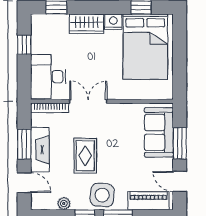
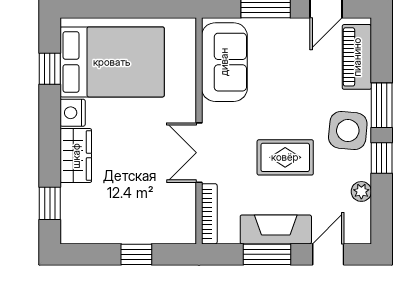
window: (24, 45) -> (136, 254), moved
desk: (48, 77) -> (160, 216), removed
sofa: (159, 132) -> (224, 62), moved, turned -90

